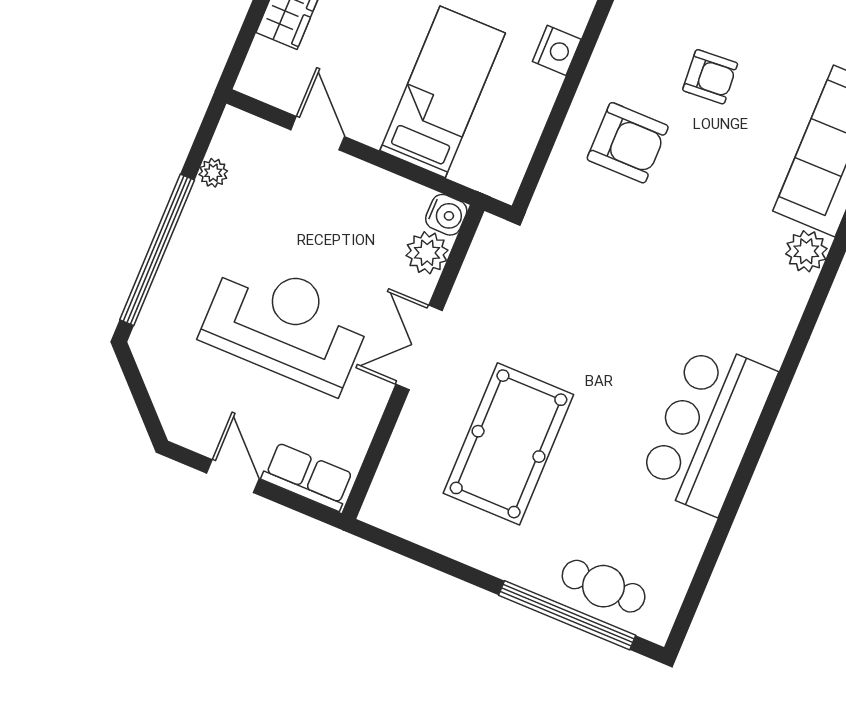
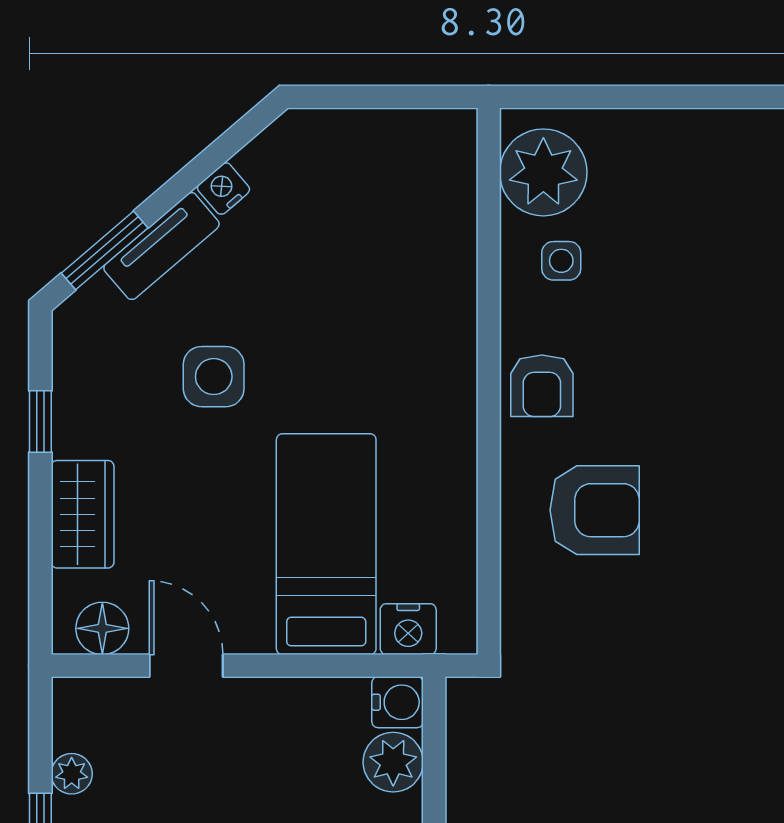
nightstand: (557, 50) -> (408, 629), moved, turned 90
armchair: (710, 77) -> (542, 386), moved, turned 94
floor lamp: (273, 86) -> (102, 628), added

